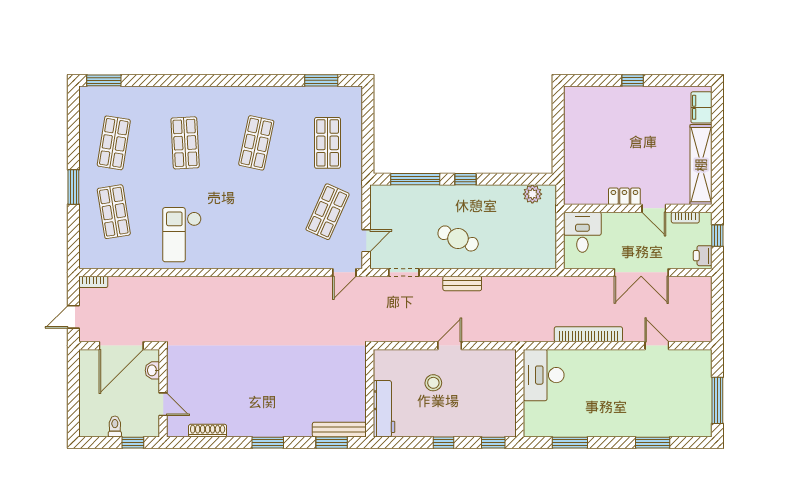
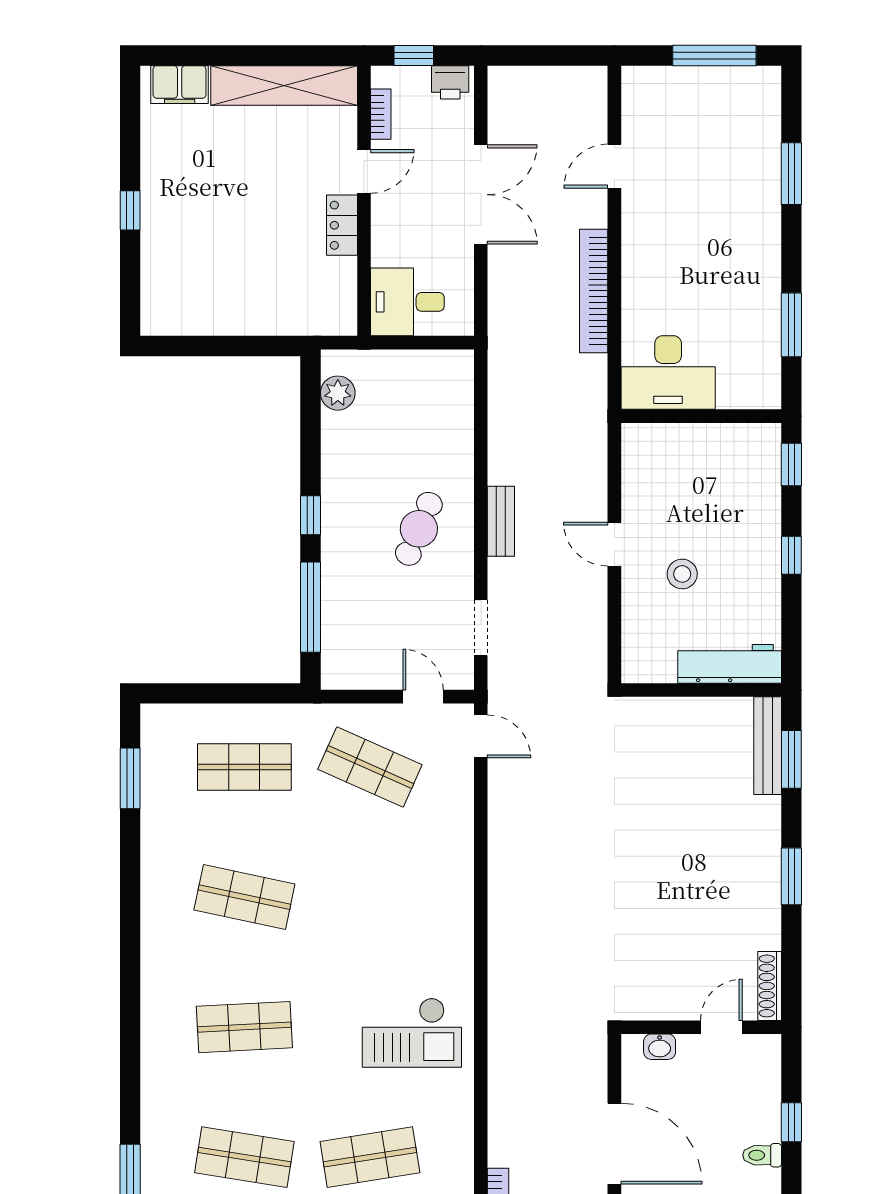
washbasin: (152, 370) -> (660, 1047), moved
wall: (163, 393) -> (701, 1027), moved
door: (163, 404) -> (721, 1027), moved

